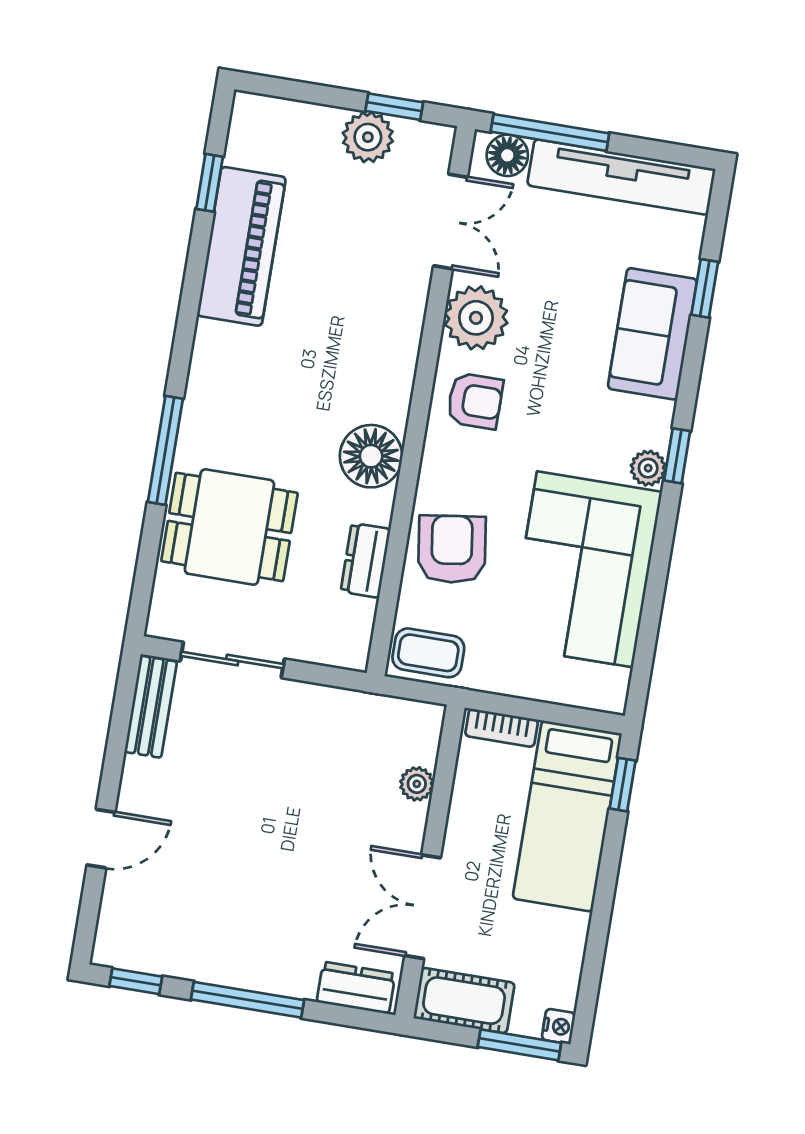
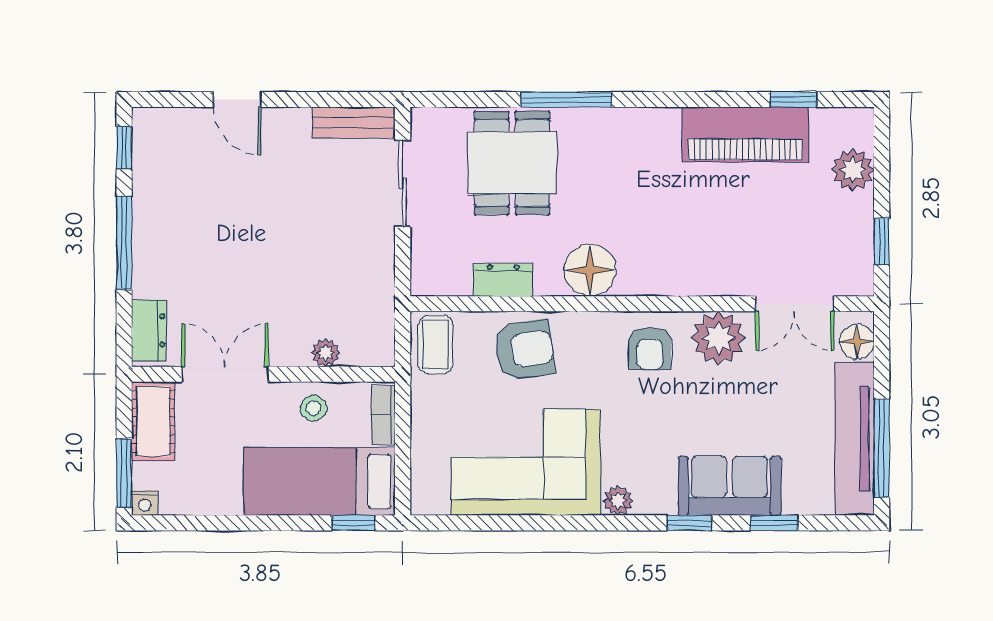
window: (550, 132) -> (882, 448), moved
plant: (368, 137) -> (853, 170), moved
window: (677, 456) -> (689, 523), moved
stool: (480, 809) -> (313, 408), added

